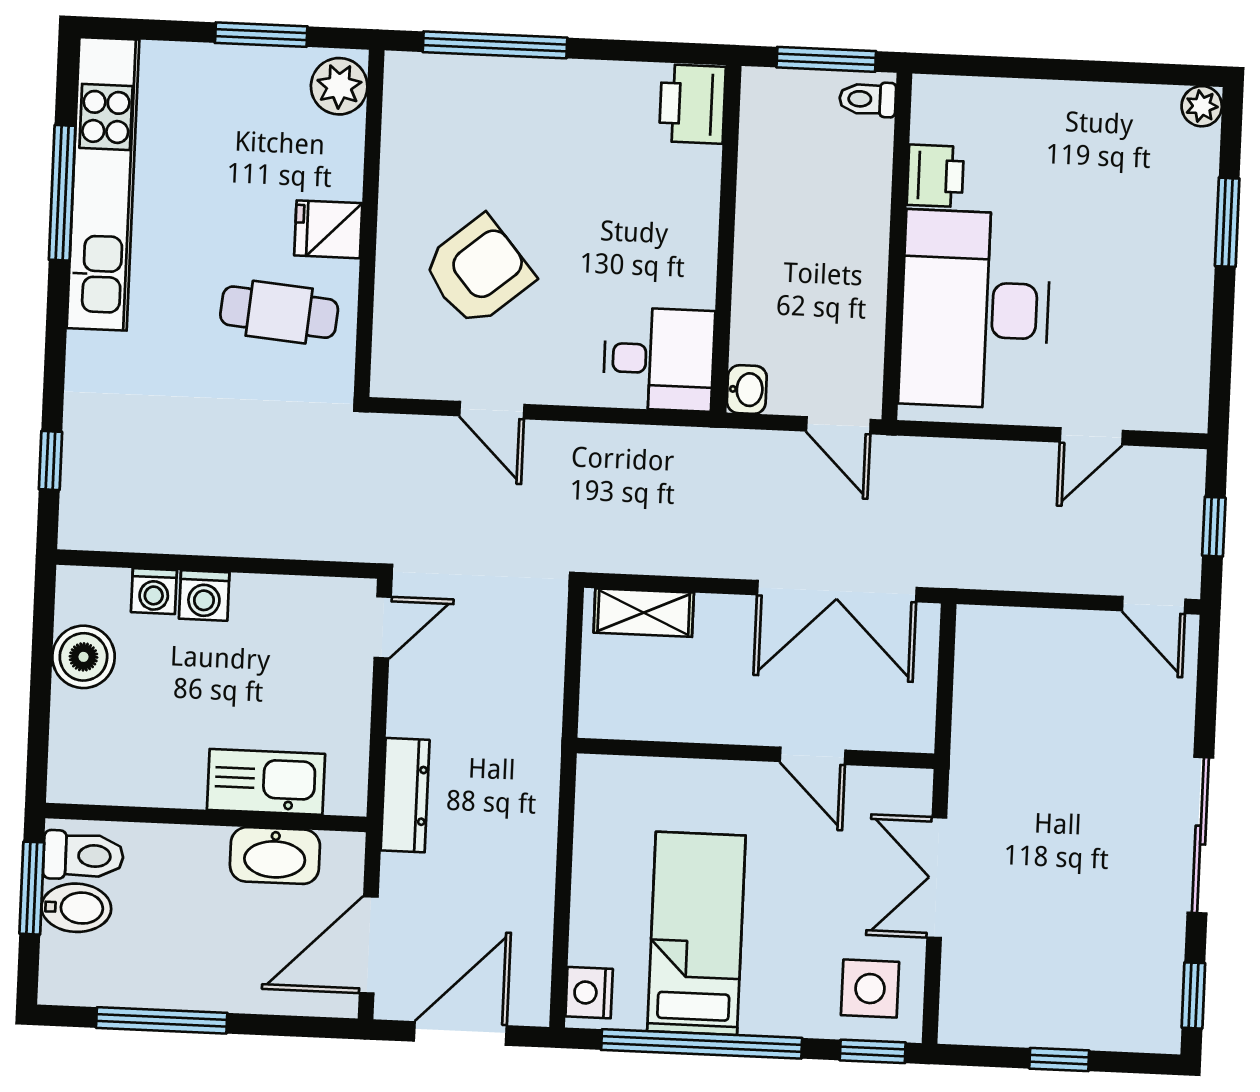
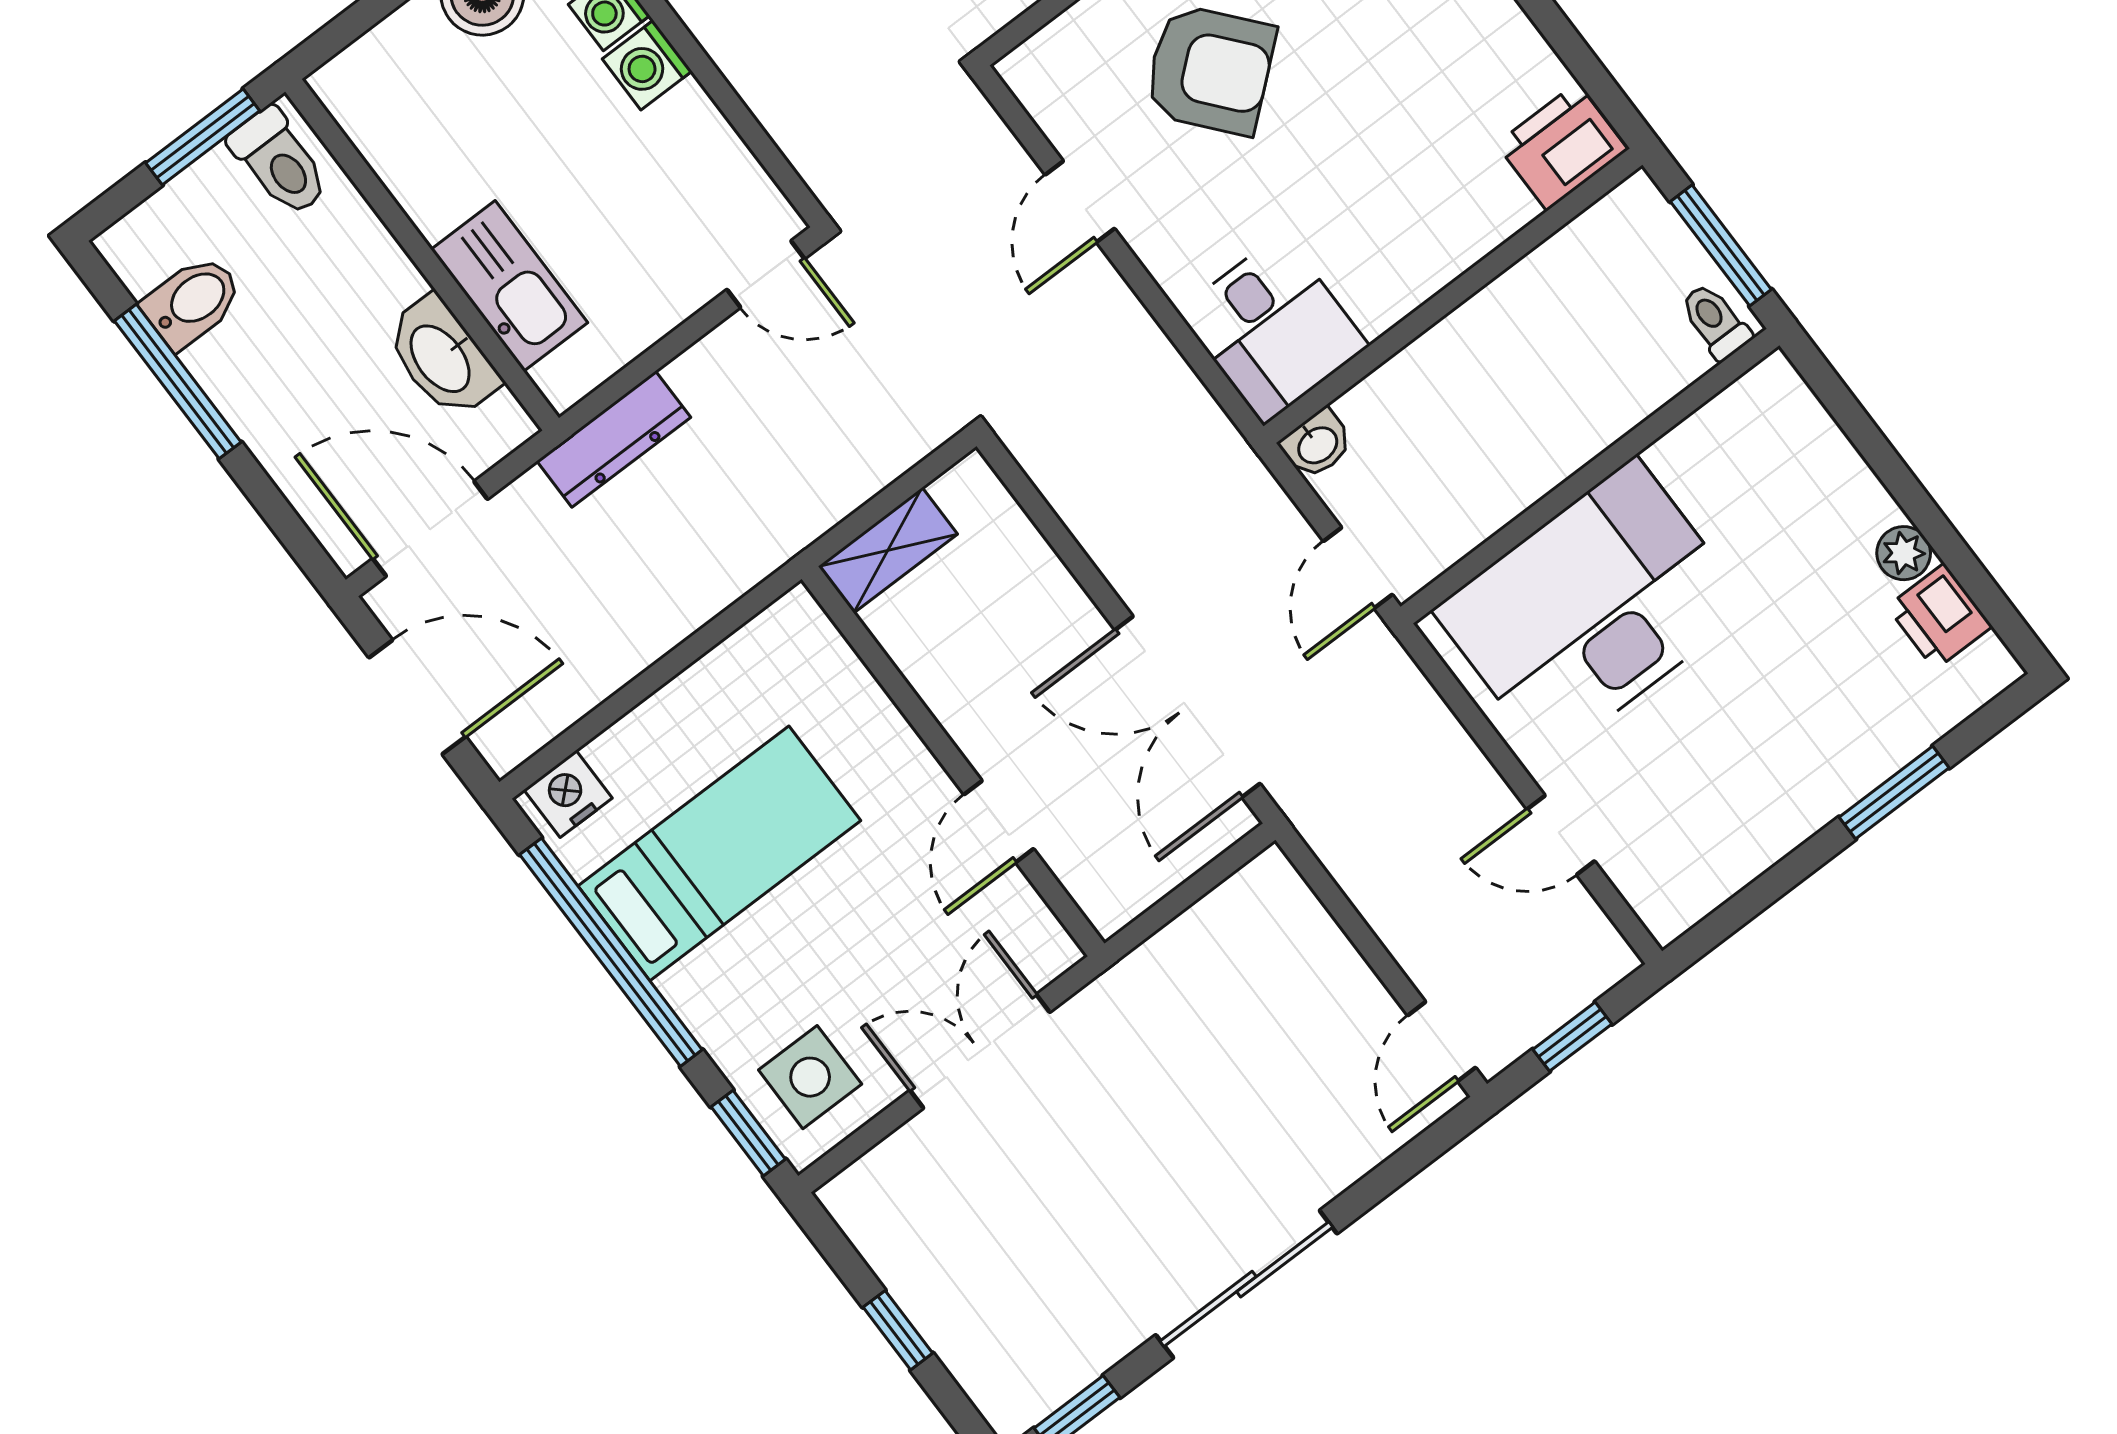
plant: (1202, 106) -> (1904, 553), moved
printer: (935, 176) -> (1940, 617), moved, turned 90
shelving: (644, 613) -> (888, 550), moved, turned 90
bidet: (76, 908) -> (193, 302), moved, turned -90

